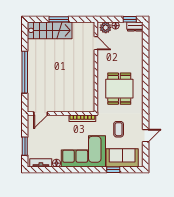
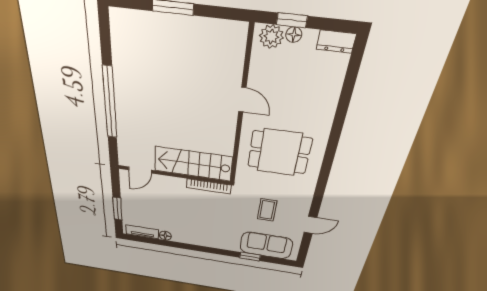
window: (130, 19) -> (292, 20), moved
stairs: (50, 30) -> (193, 164), moved, turned 180
door: (96, 43) -> (242, 100), moved
dining table: (119, 89) -> (279, 152), turned 90
corner sofa: (83, 151) -> (207, 229), removed

